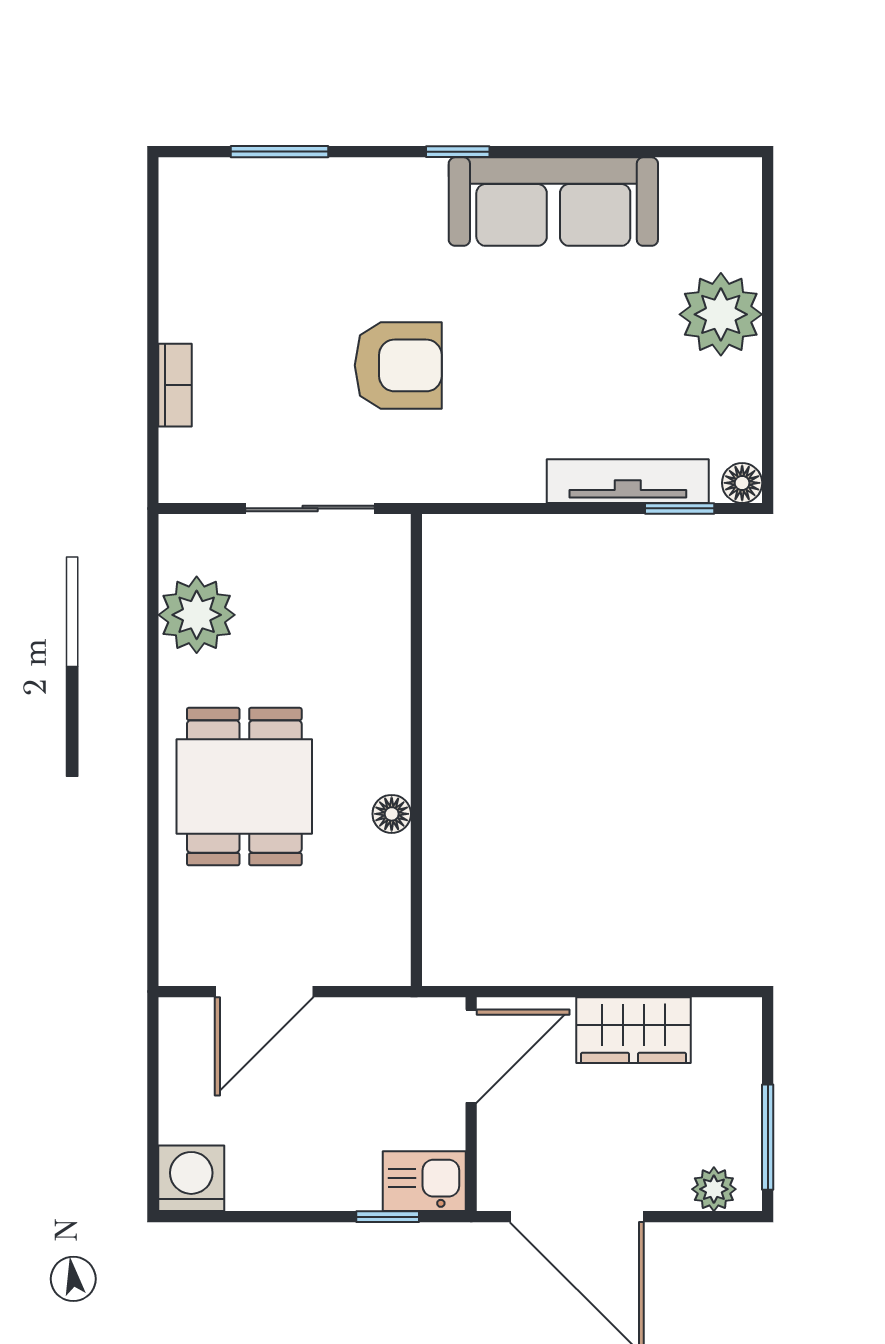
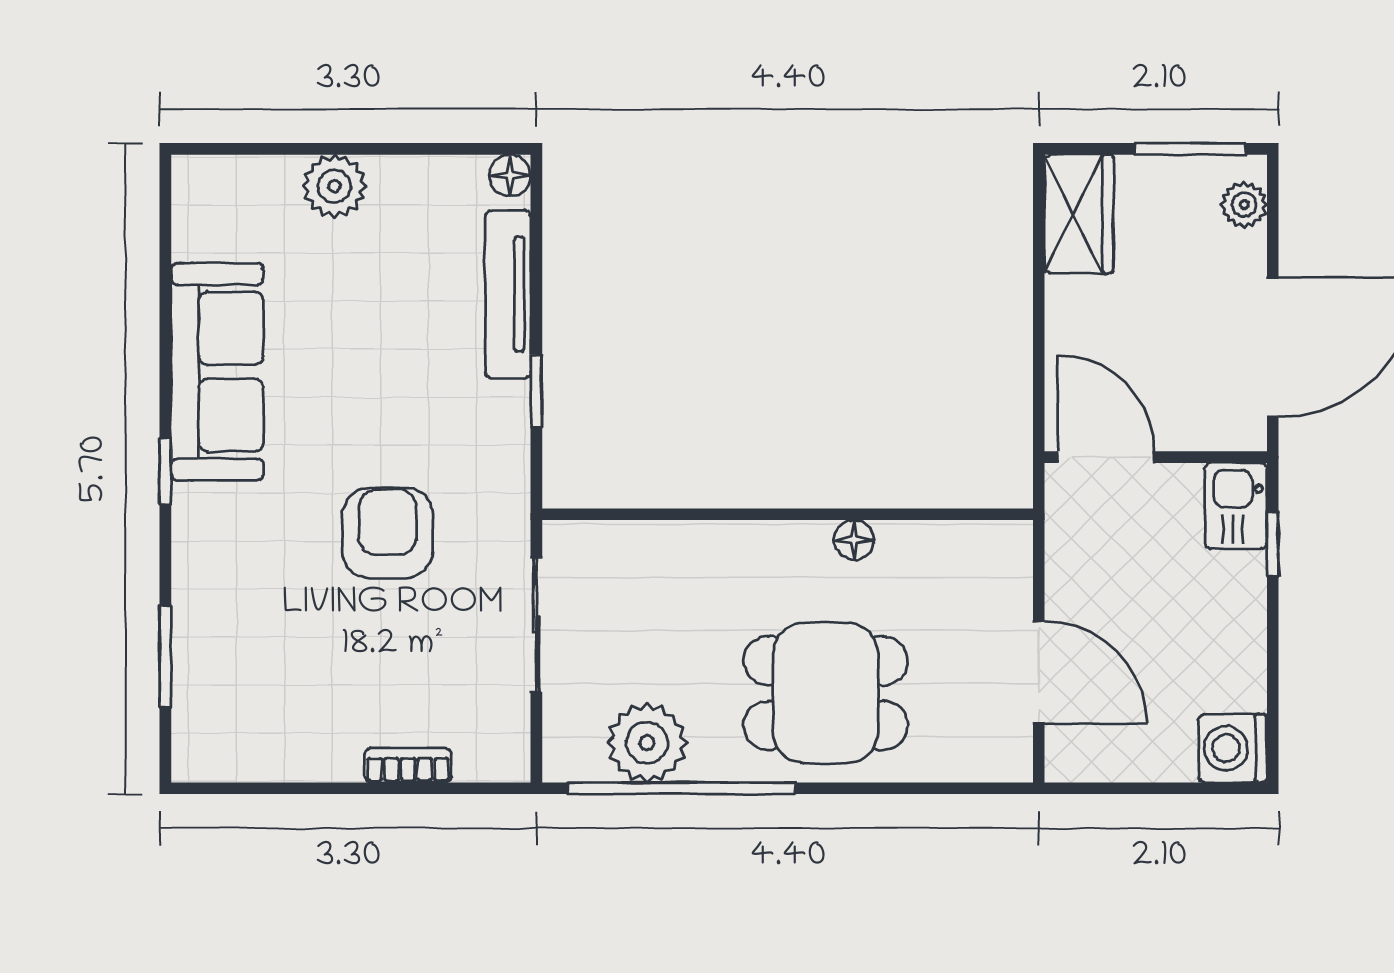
plant: (721, 314) -> (334, 186), width x0.73, depth x0.73
window: (680, 508) -> (536, 391), moved
window: (153, 648) -> (682, 788), added
wardrobe: (633, 1030) -> (1079, 214), moved

